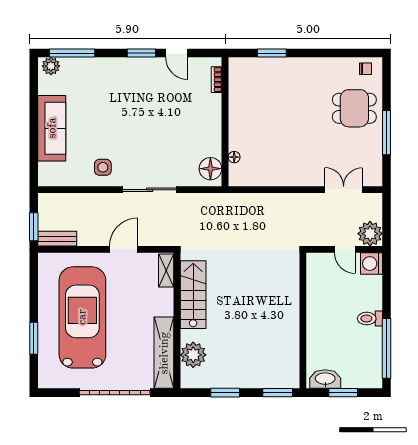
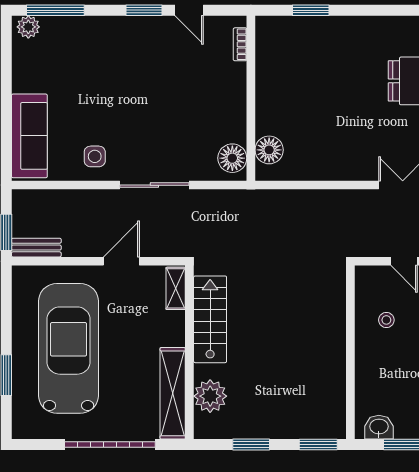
sofa: (52, 128) -> (29, 136), moved
floor lamp: (234, 157) -> (269, 150), width x1.89, depth x1.89
stool: (331, 295) -> (386, 320), added
washbasin: (325, 379) -> (379, 427), width x0.72

